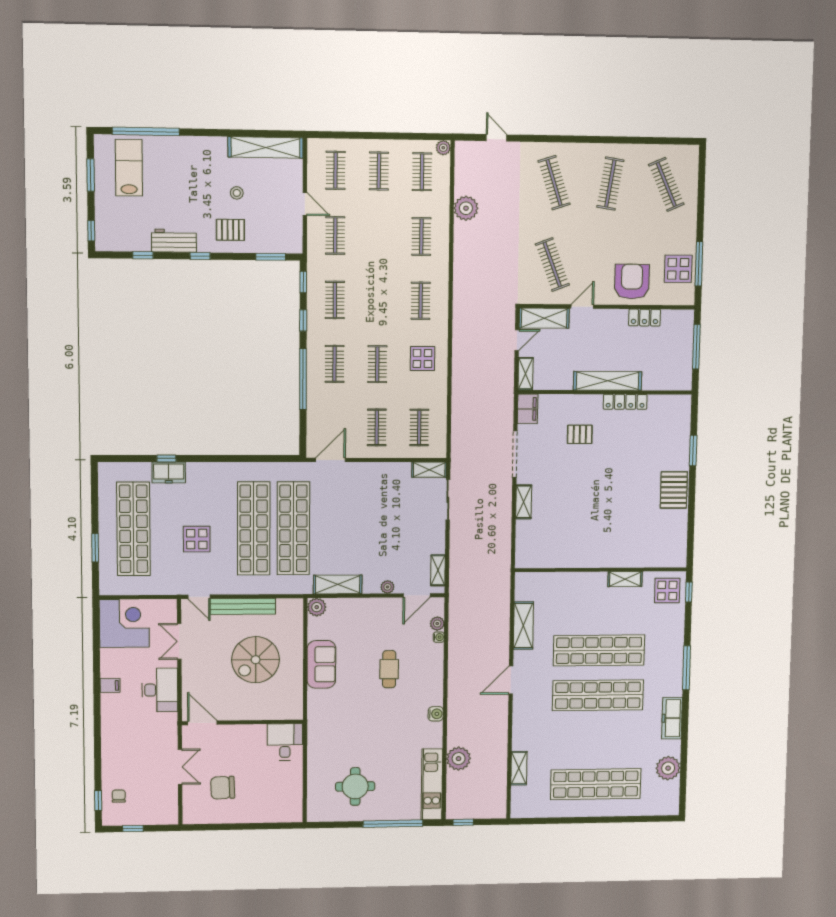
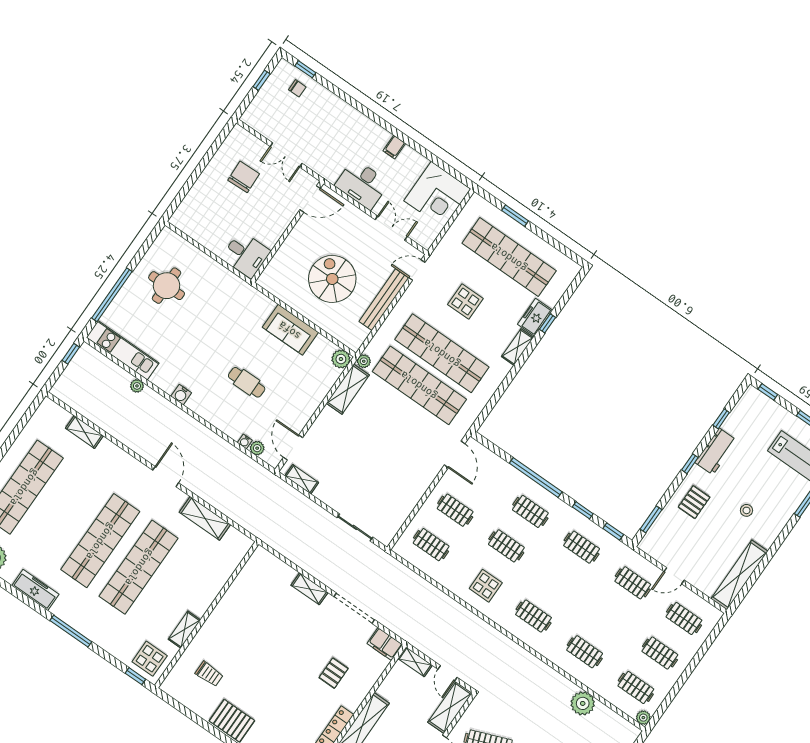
stool: (237, 193) -> (746, 510), moved
shelving: (429, 470) -> (518, 347), moved
trolley: (648, 534) -> (209, 674), added
plant: (387, 587) -> (364, 361), moved
plant: (459, 759) -> (137, 386), width x0.53, depth x0.53

